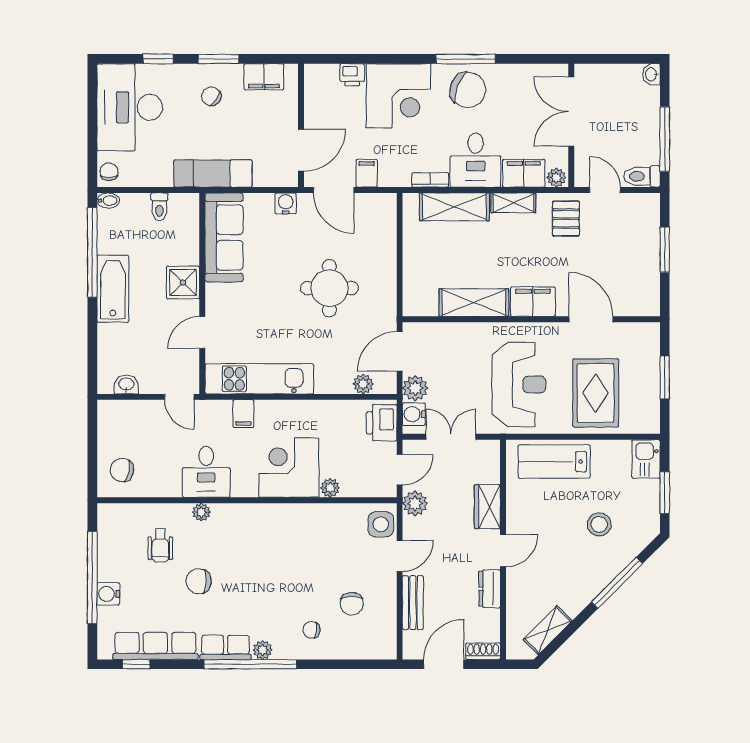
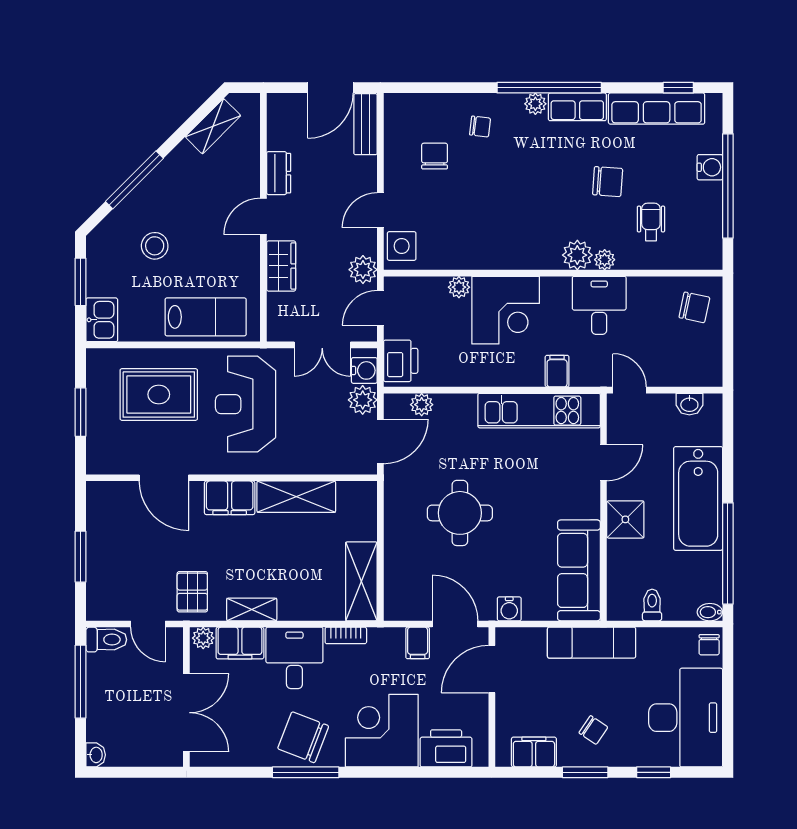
printer: (352, 75) -> (446, 748), width x1.87, depth x1.48
shelving: (454, 207) -> (361, 581), moved, turned 90
bathtub: (113, 289) -> (698, 498), width x1.36, depth x1.36
rug: (596, 393) -> (159, 394), turned 90
plant: (226, 516) -> (577, 255), added
bench: (413, 603) -> (365, 124), moved
shoe rack: (483, 651) -> (286, 102), removed

